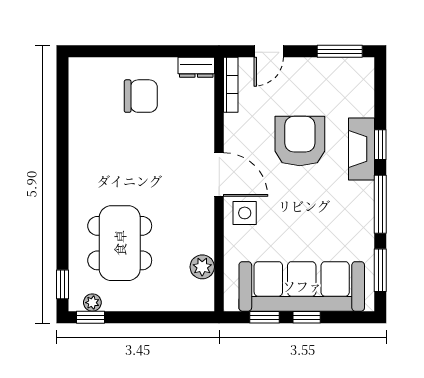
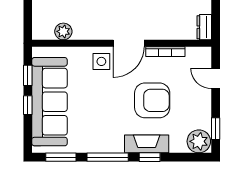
window: (340, 51) -> (216, 129), width x0.67
plant: (358, 75) -> (199, 141), added
bookcase: (231, 85) -> (165, 52), moved

